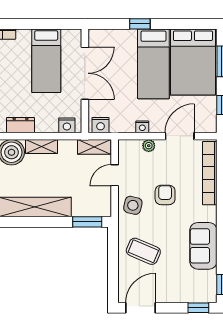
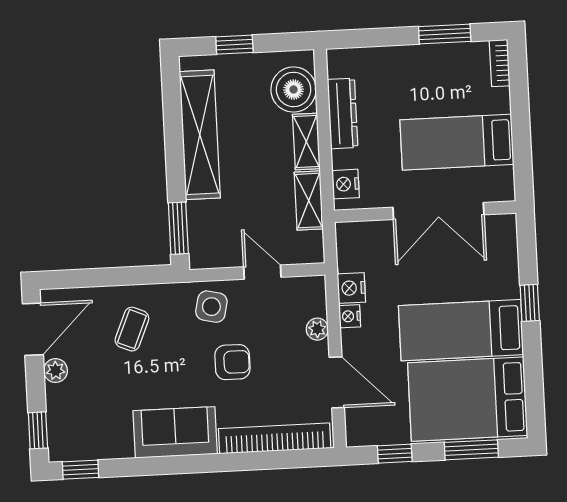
dresser: (21, 125) -> (343, 113), width x1.44
nightstand: (101, 125) -> (351, 288), moved
shelving: (94, 147) -> (309, 201), moved
sofa: (203, 246) -> (175, 432), moved
coffee table: (143, 251) -> (132, 329), width x0.73, depth x0.77
plant: (165, 296) -> (56, 371), added
door: (141, 308) -> (33, 329), hinge flipped

